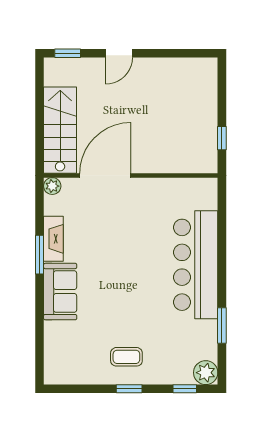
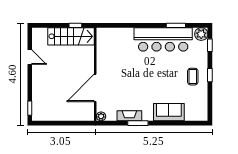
door: (119, 53) -> (30, 57), moved
stairs: (60, 130) -> (71, 36), moved, turned 180
door: (105, 175) -> (95, 88), hinge flipped
bar counter: (196, 265) -> (163, 39), moved
sofa: (60, 292) -> (169, 112), moved

